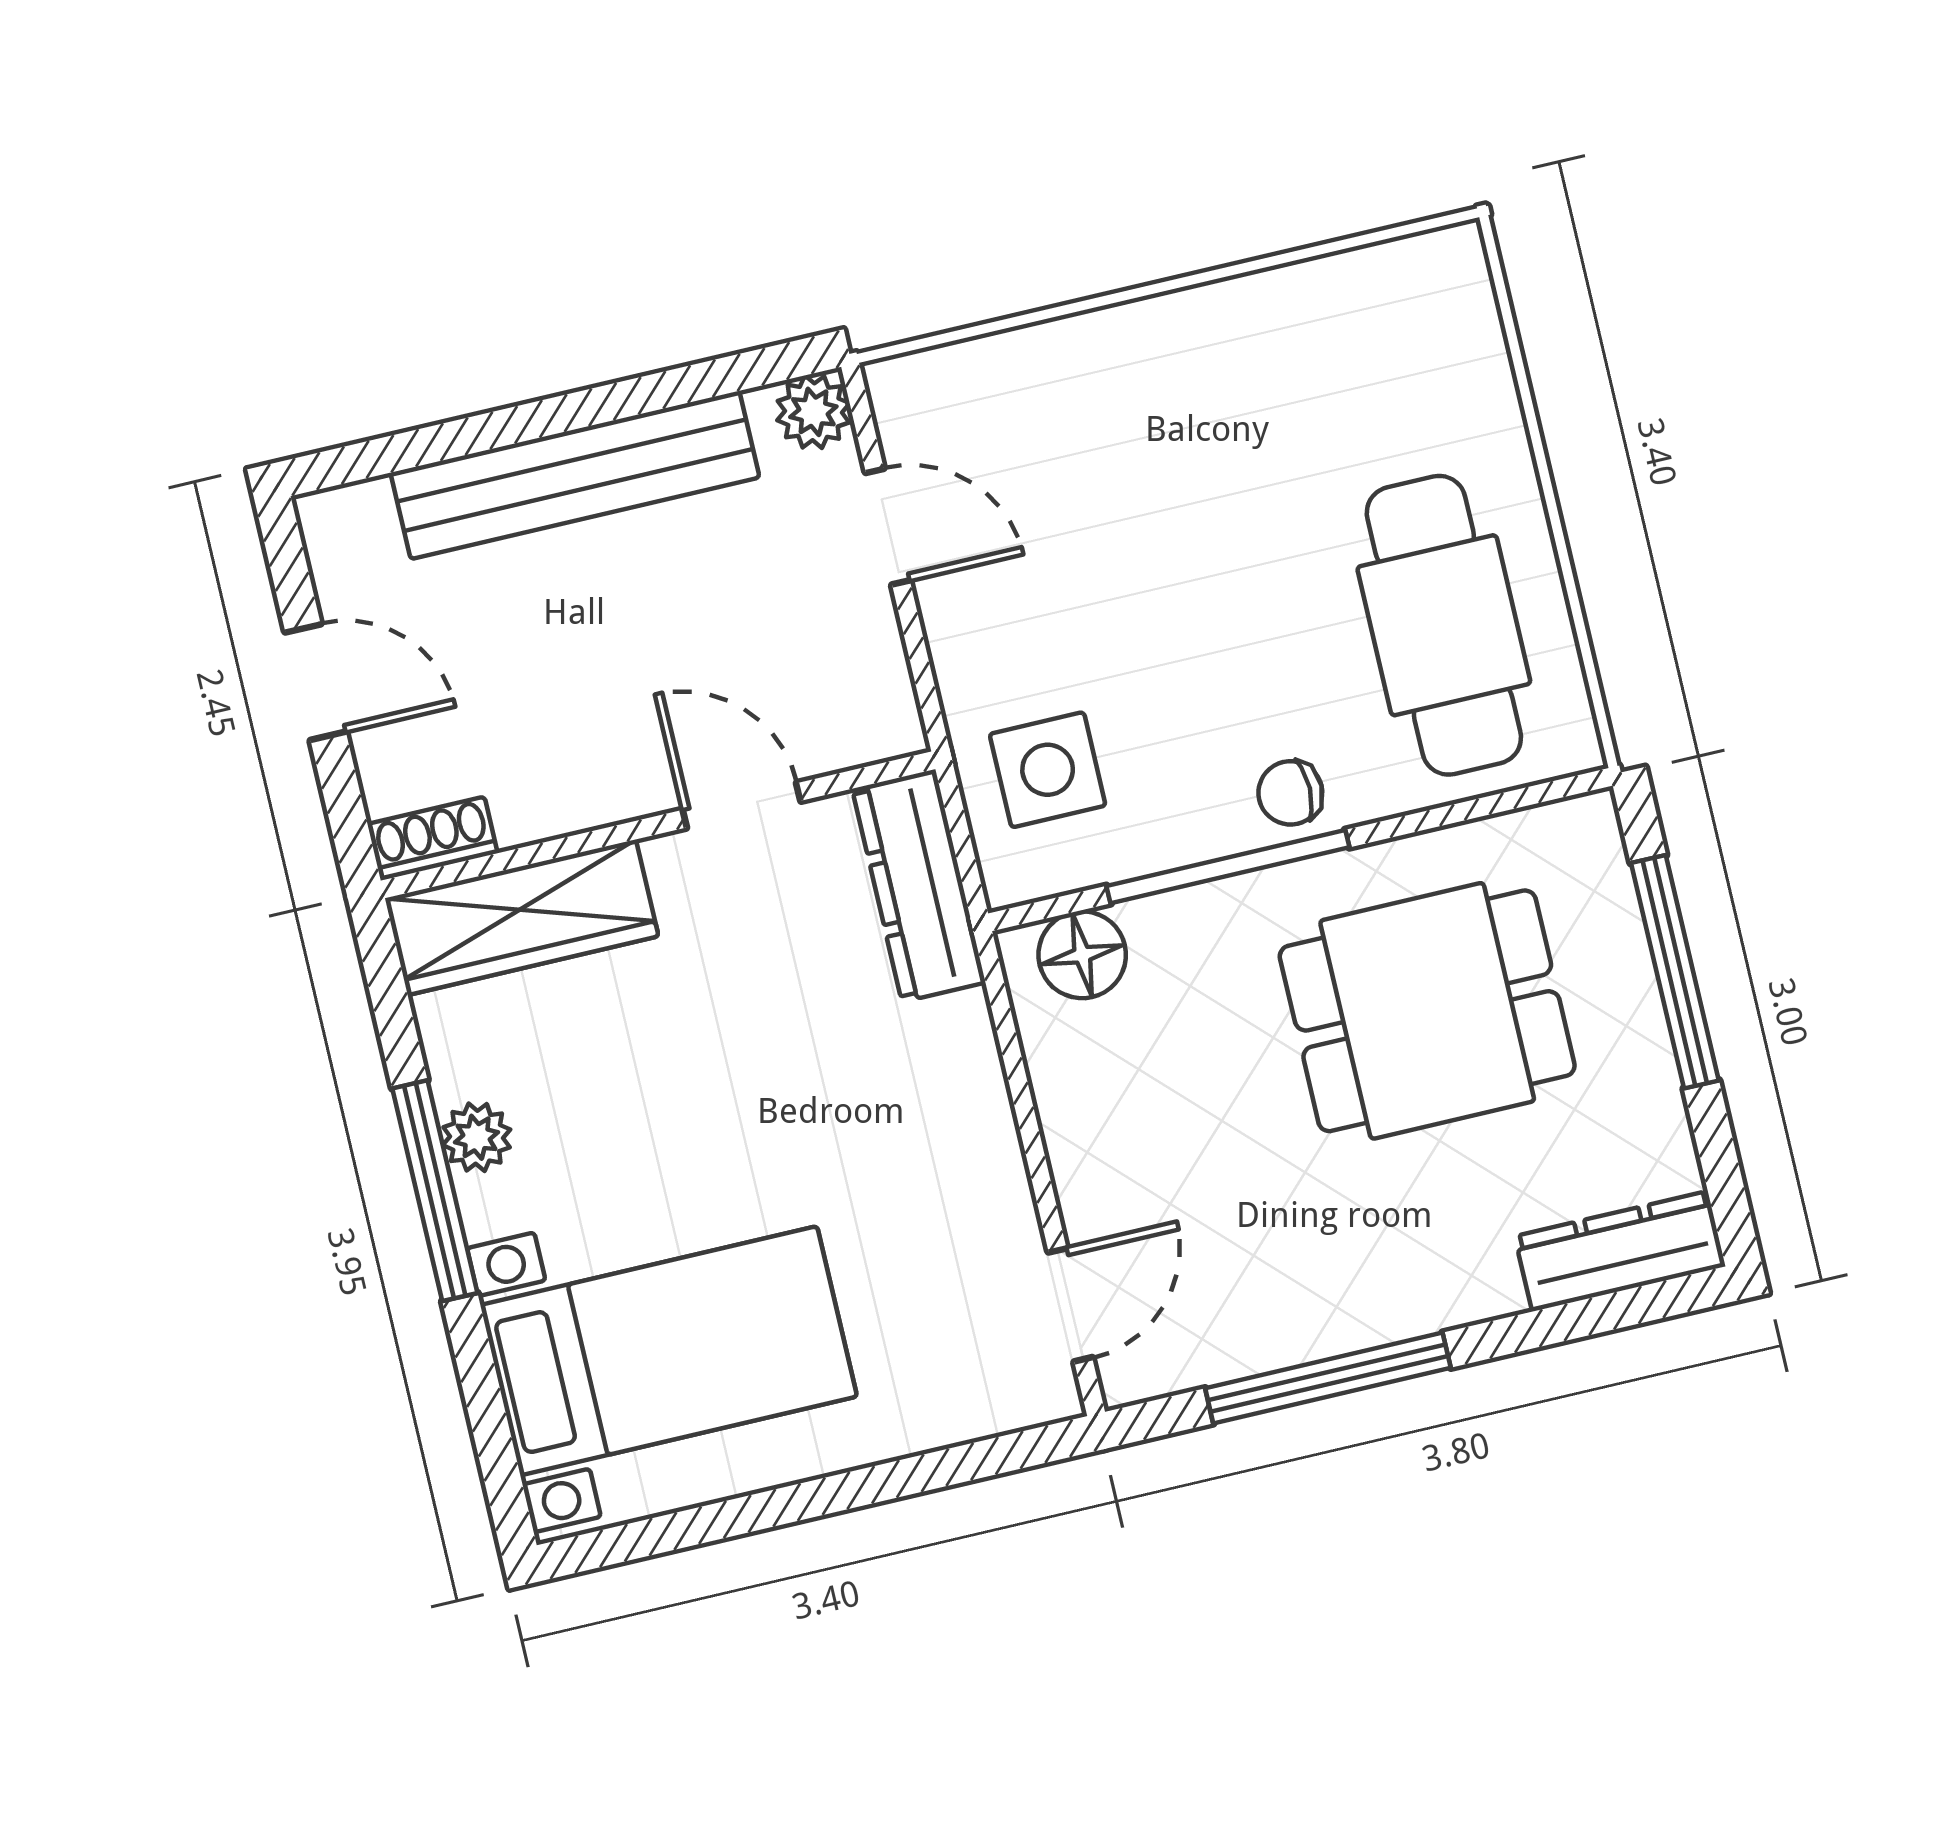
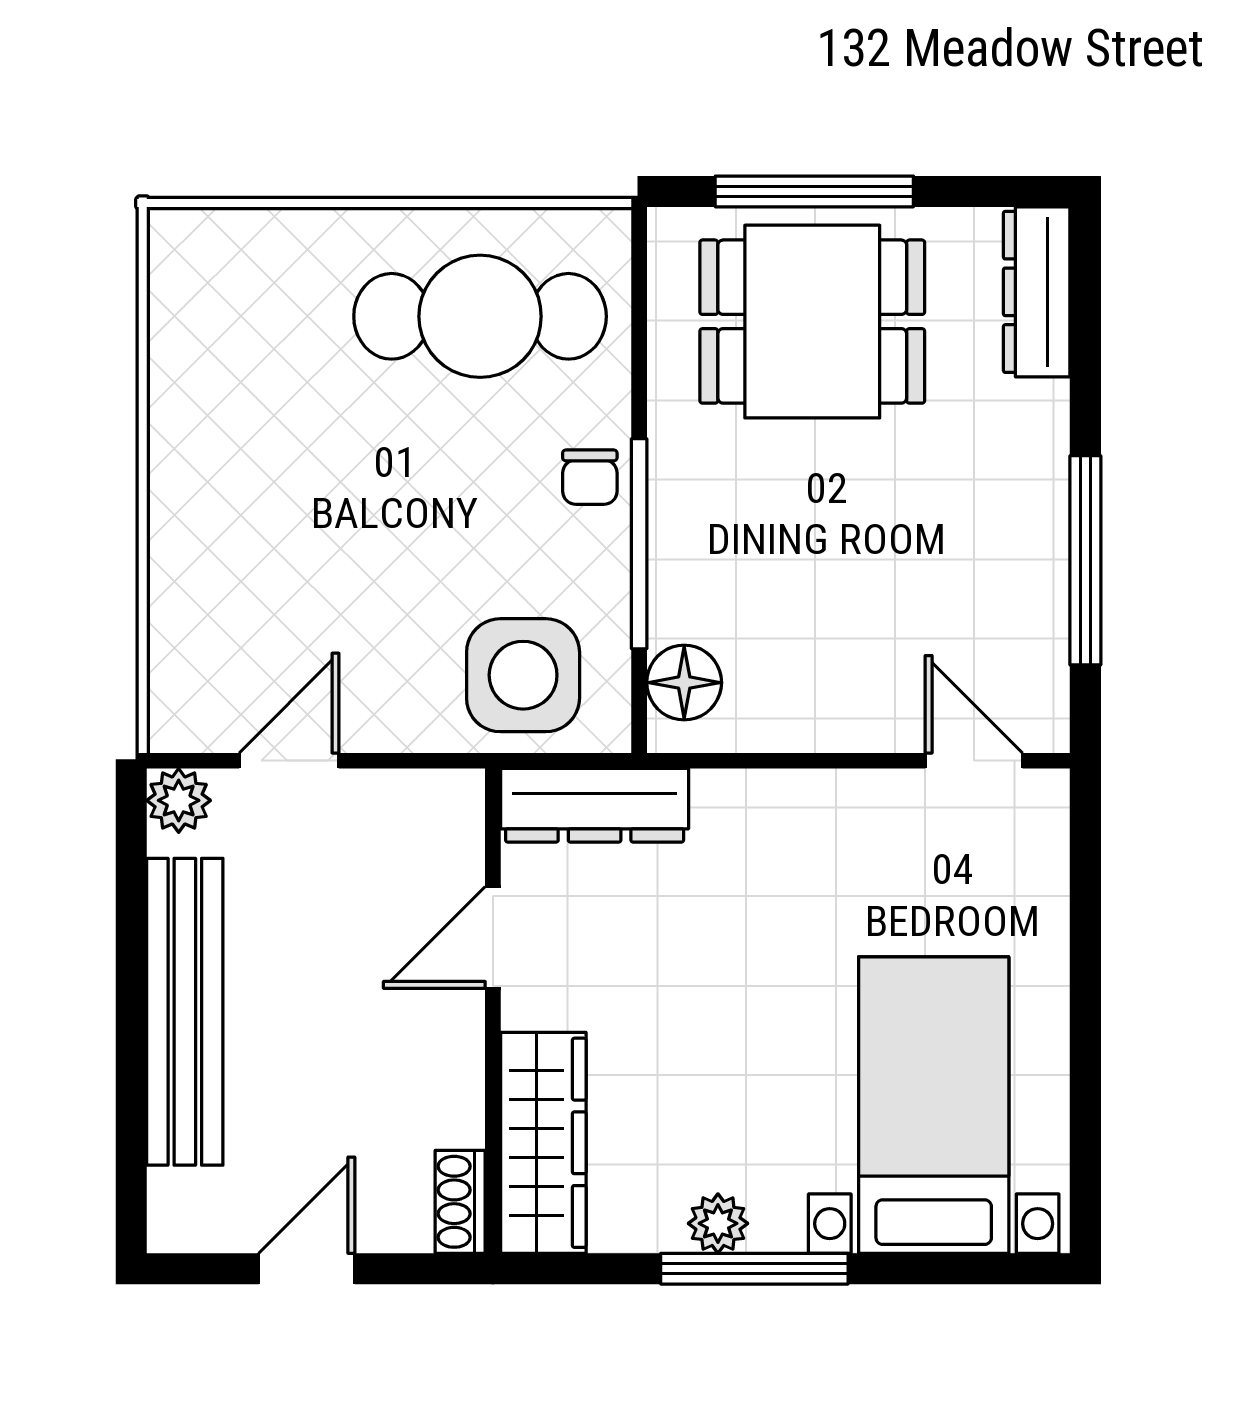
side table: (1048, 770) -> (523, 675), width x1.37, depth x1.37
dining table: (1427, 1011) -> (812, 322), moved, turned 90

